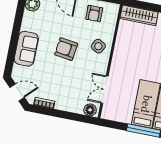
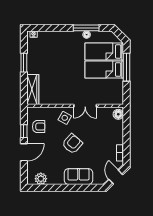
armchair: (66, 49) -> (72, 144), turned -147
double door: (105, 90) -> (85, 106), moved

